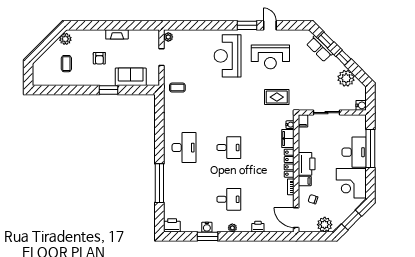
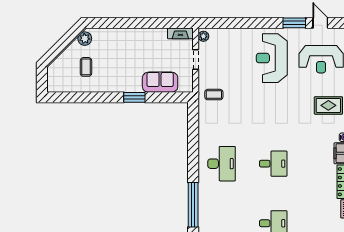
fireplace: (117, 34) -> (180, 33), moved
armchair: (99, 58) -> (124, 61), removed

